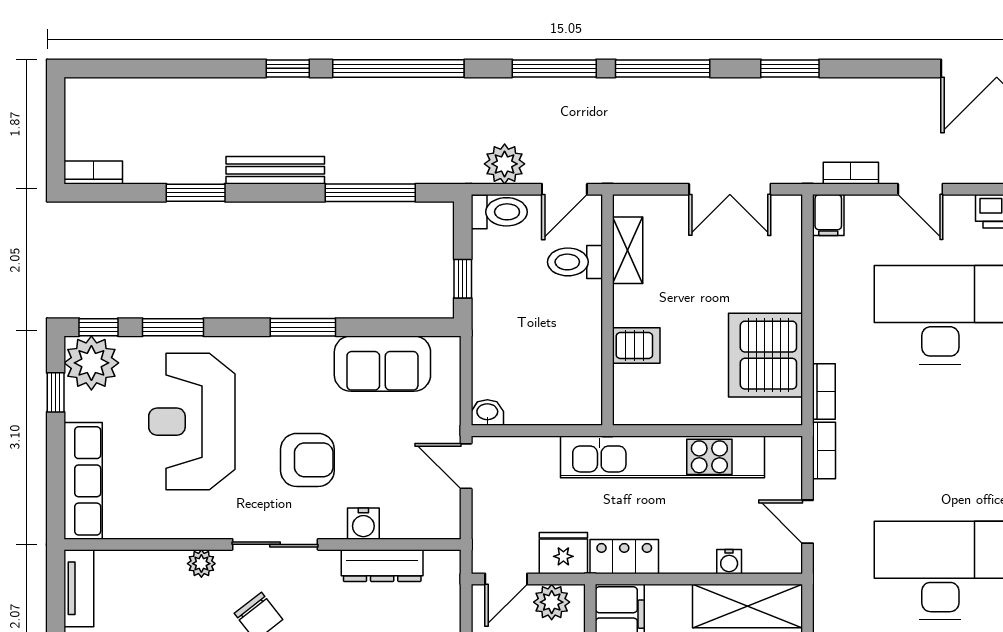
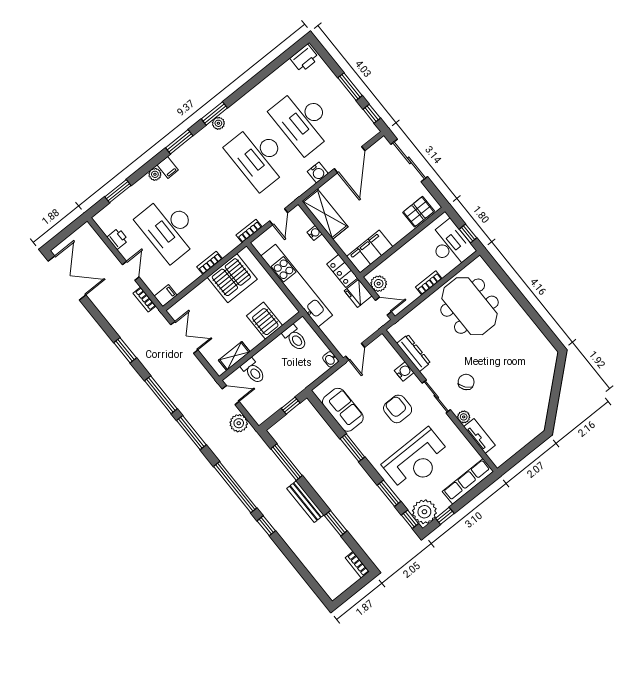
toilet: (499, 212) -> (295, 338), moved, turned 180
server rack: (636, 346) -> (265, 321), width x1.36, depth x1.44
bookcase: (824, 392) -> (210, 263), moved
tv unit: (79, 588) -> (479, 436), moved, turned 90

